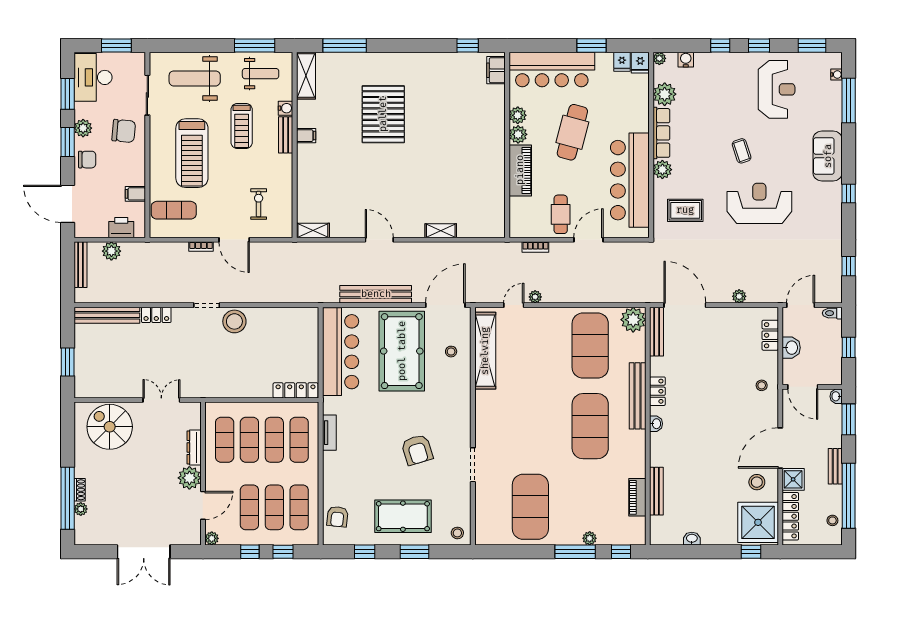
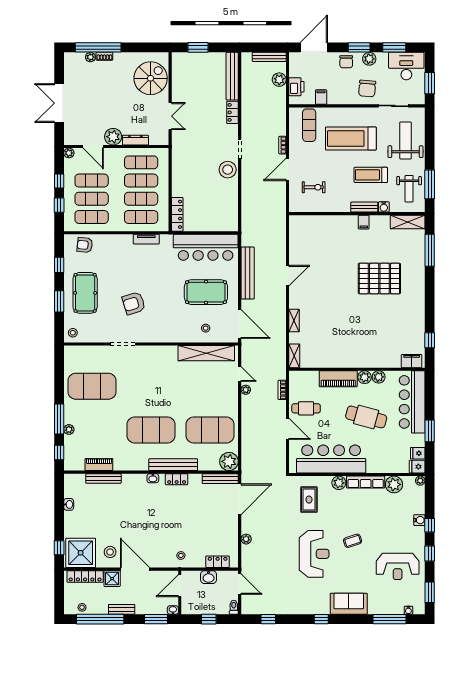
water cooler: (686, 60) -> (419, 520), moved
shelving: (313, 230) -> (294, 356), moved
pool table: (402, 351) -> (206, 292), width x0.73, depth x0.76

